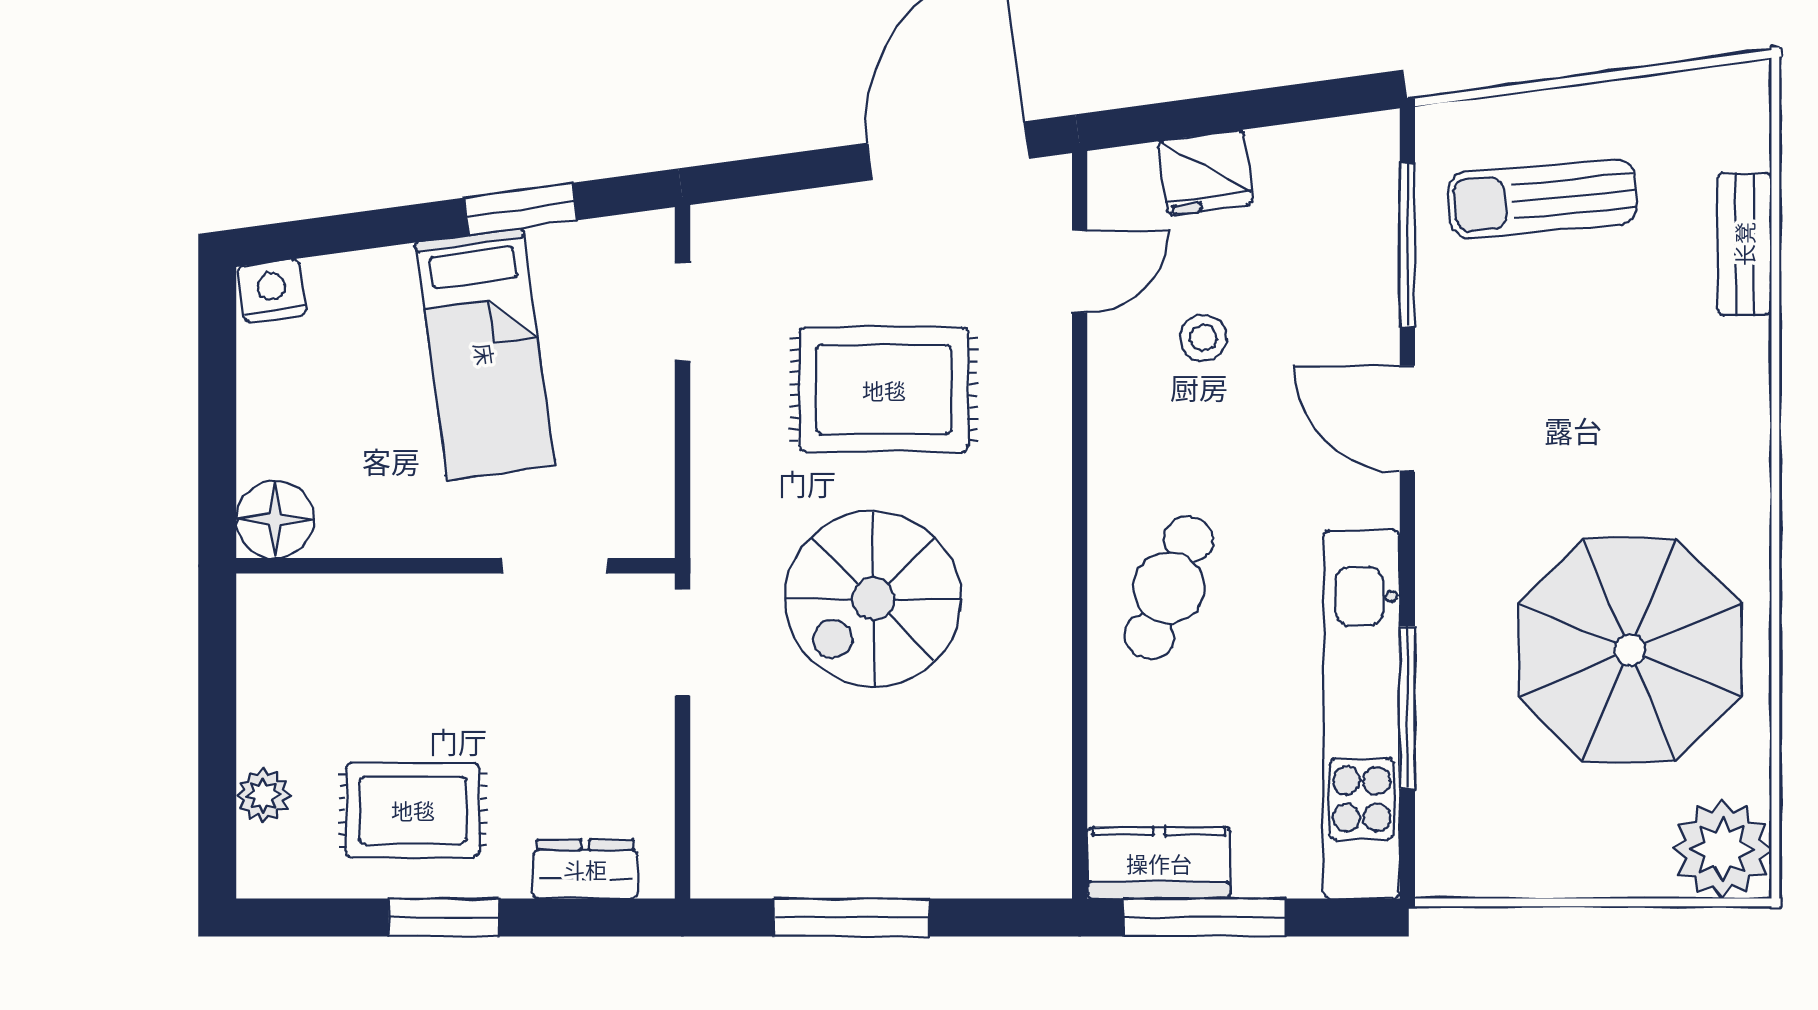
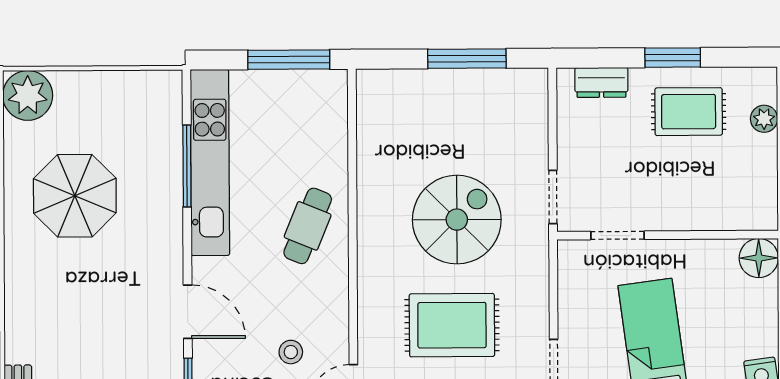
parasol: (1630, 650) -> (75, 196), width x0.73, depth x0.73
kitchen counter: (1159, 863) -> (312, 87), removed

